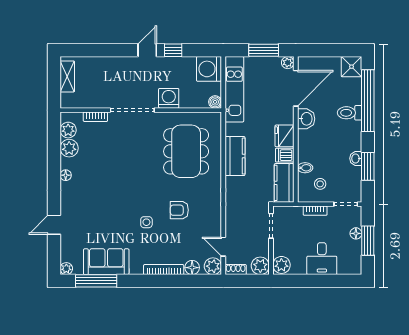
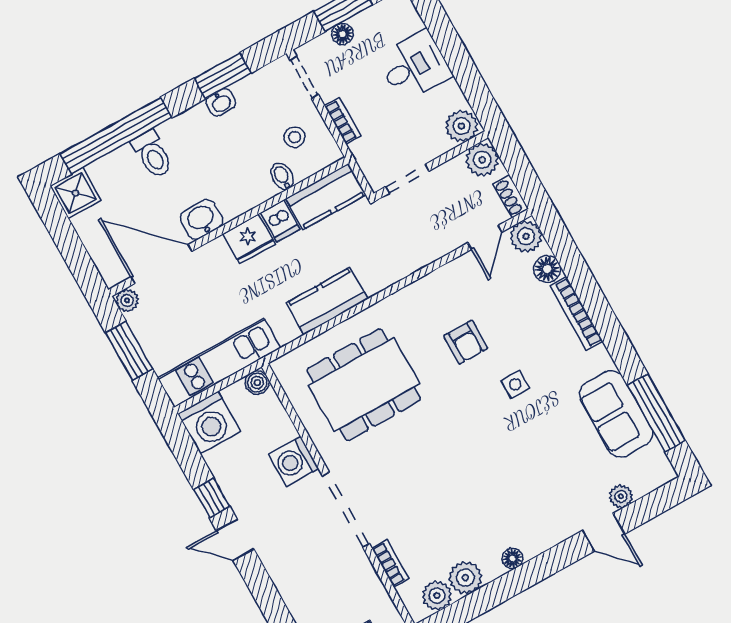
plant: (66, 269) -> (621, 496), moved

